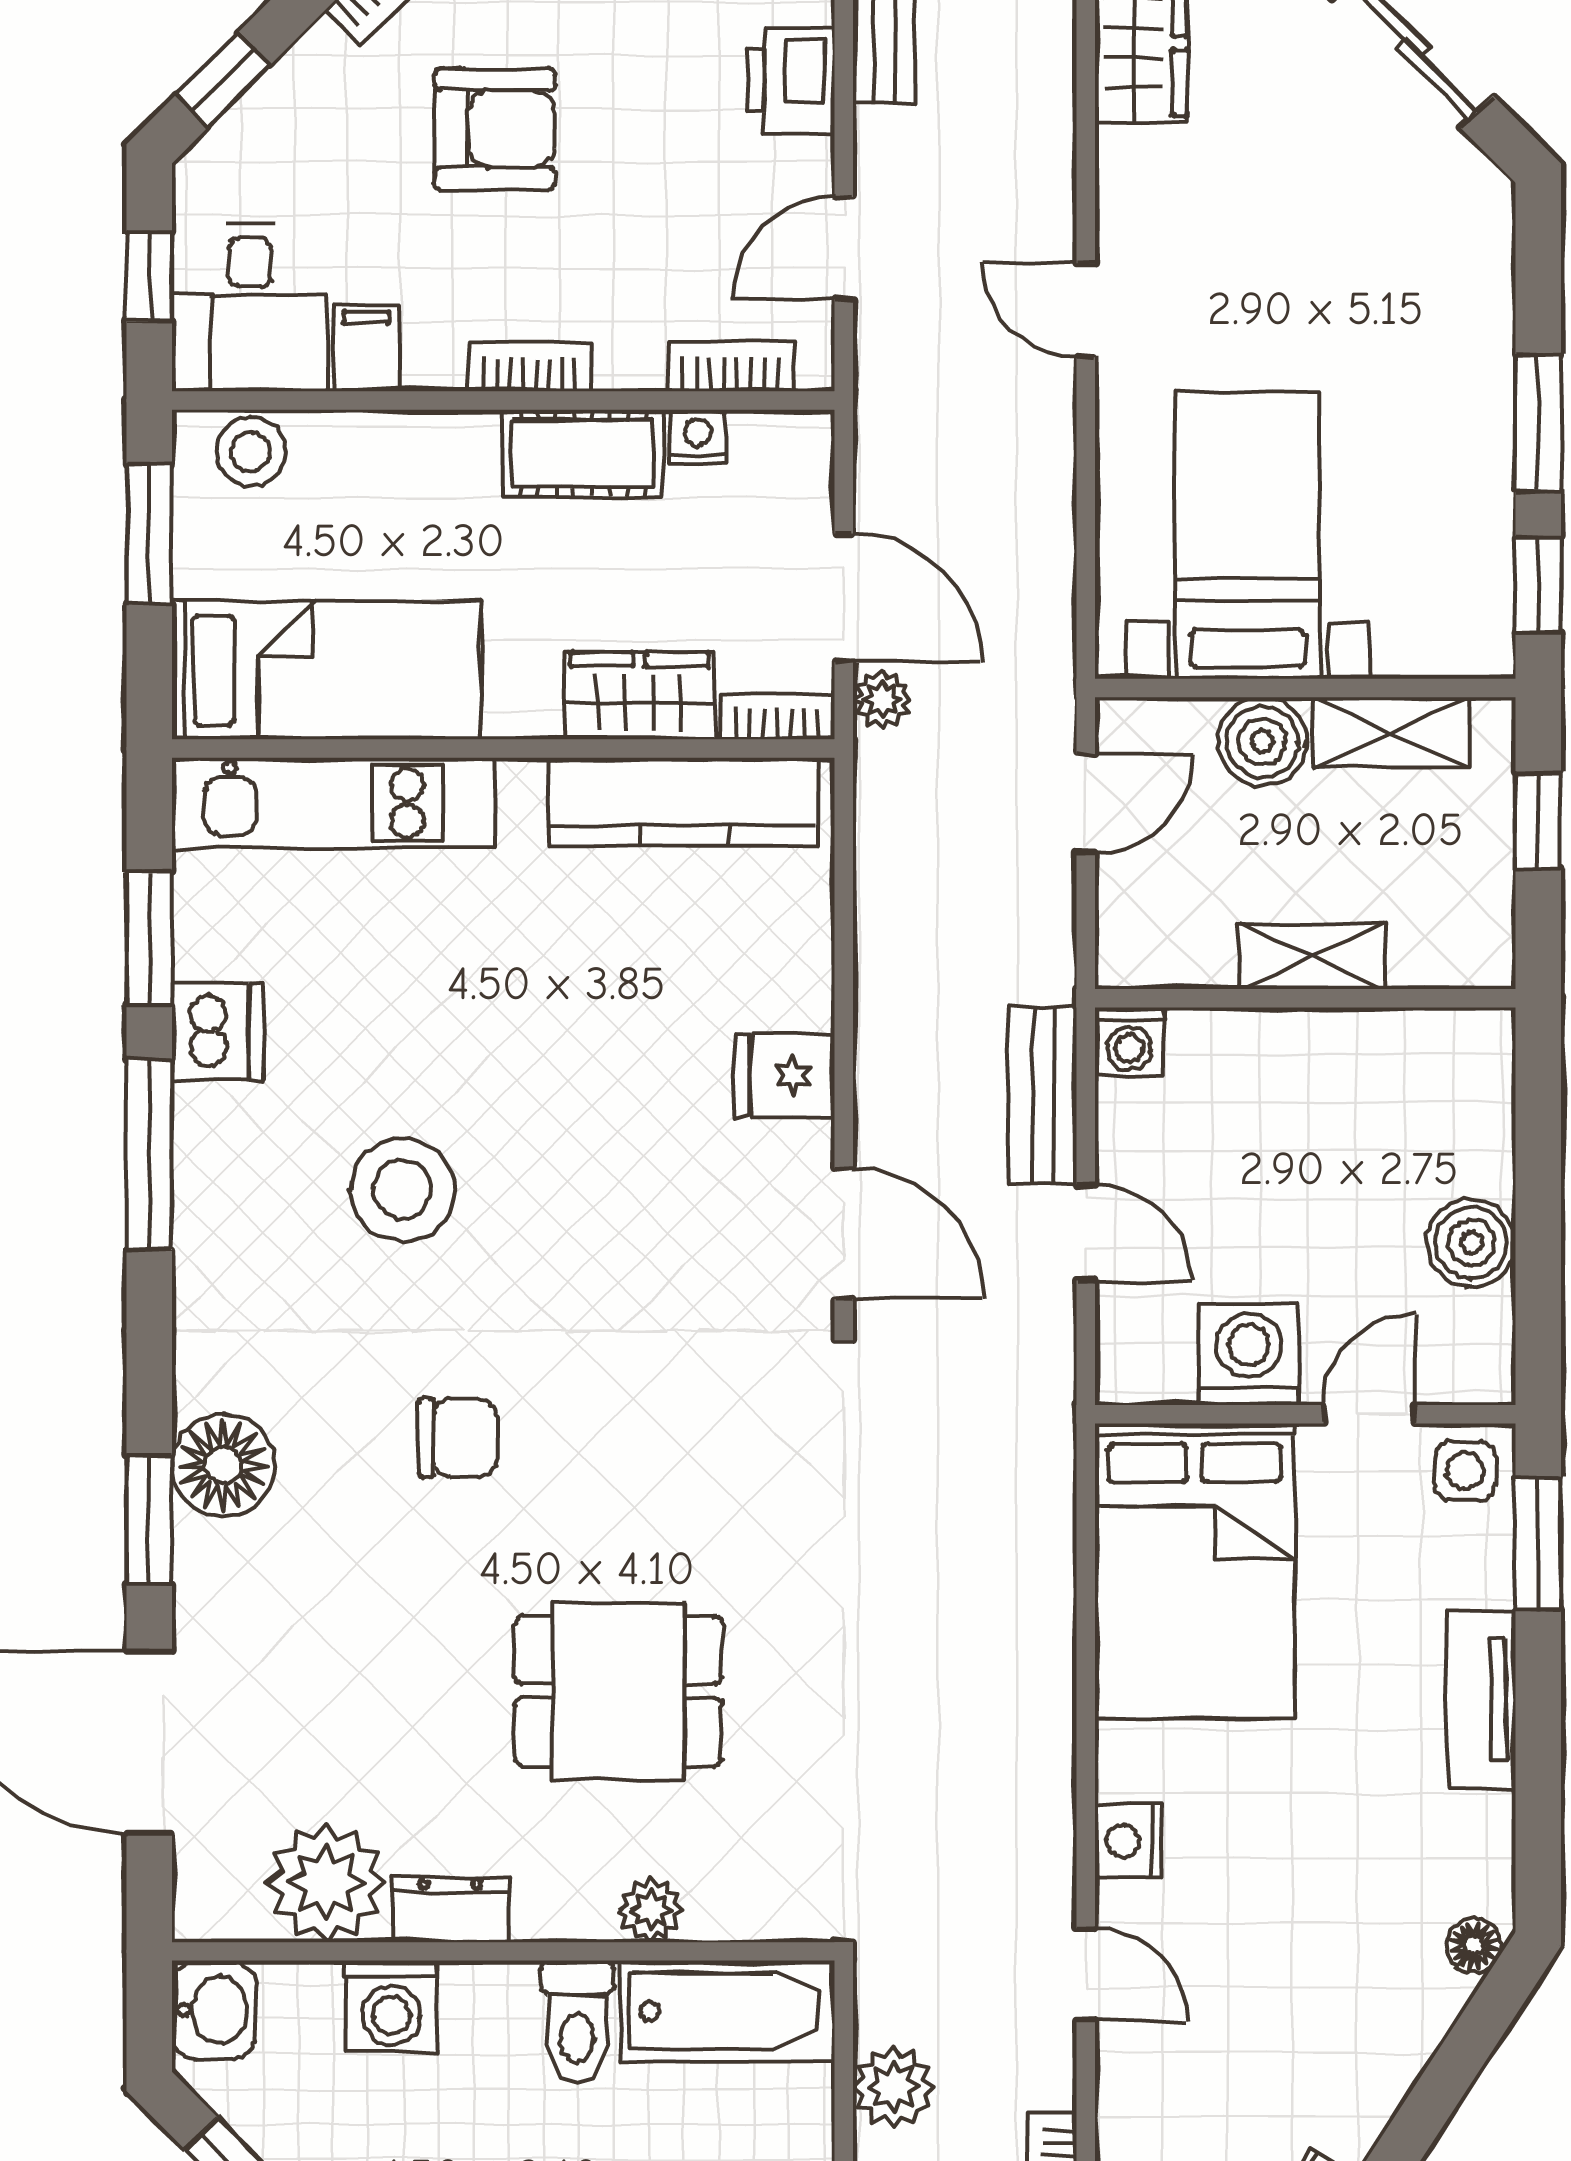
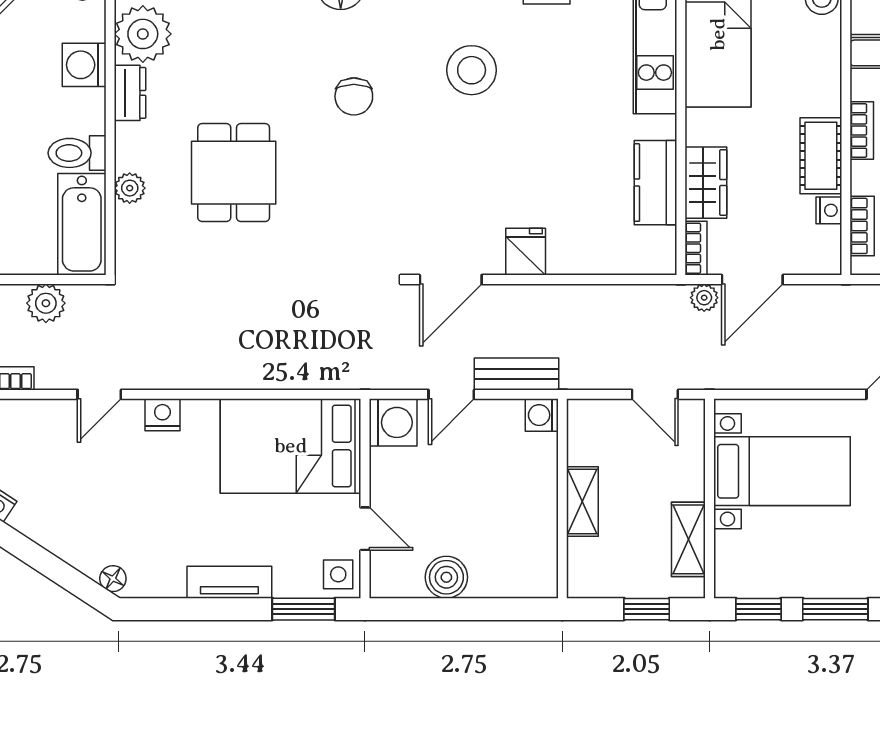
boiler: (1262, 741) -> (684, 478), removed
kitchen counter: (684, 802) -> (655, 183), width x0.67
washing machine: (1249, 1355) -> (393, 422), moved

